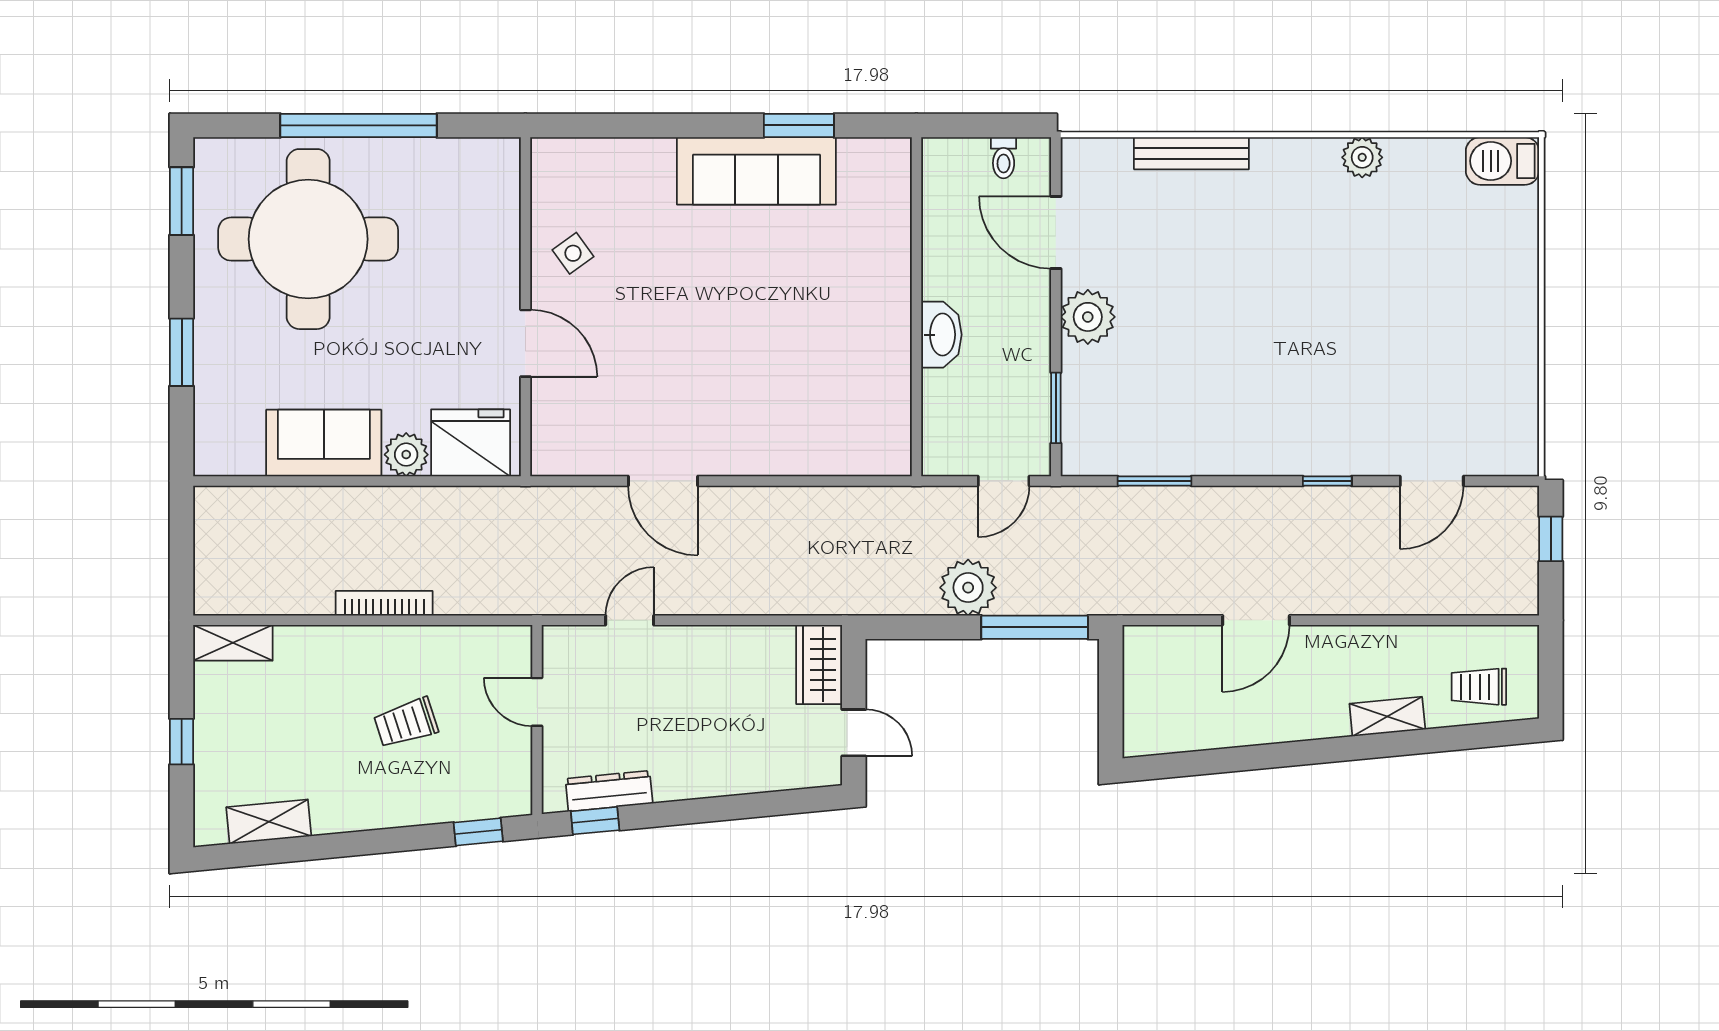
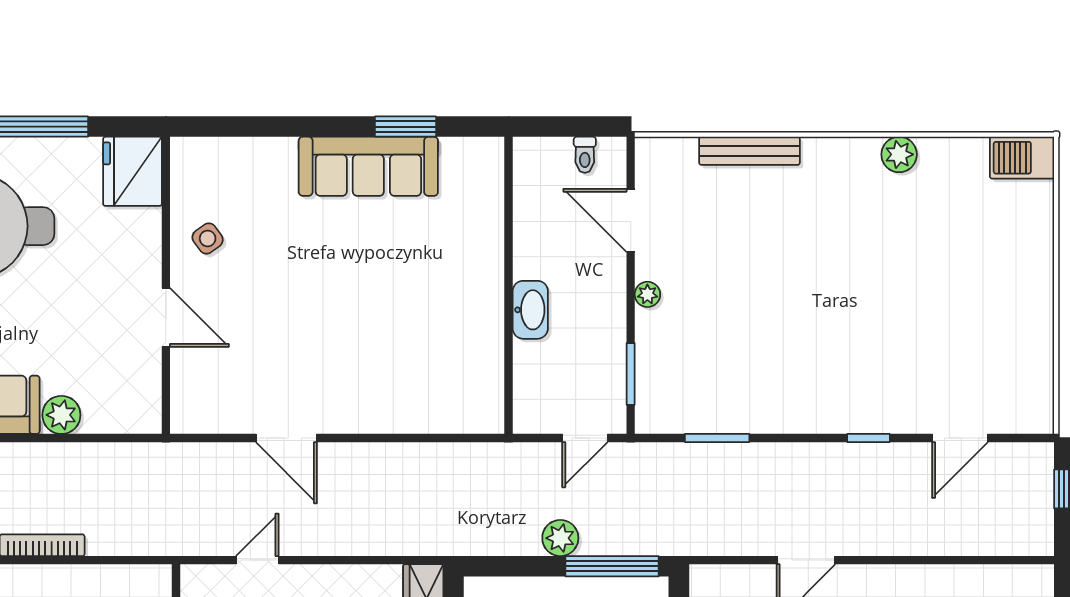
plant: (1088, 317) -> (647, 294), width x0.53, depth x0.53
fridge: (471, 443) -> (132, 171), moved, turned -90
plant: (968, 588) -> (560, 538), width x0.73, depth x0.73

